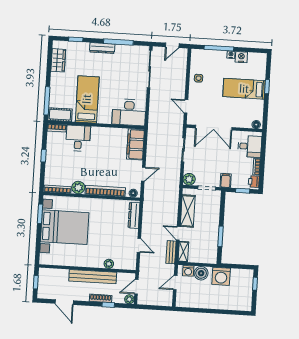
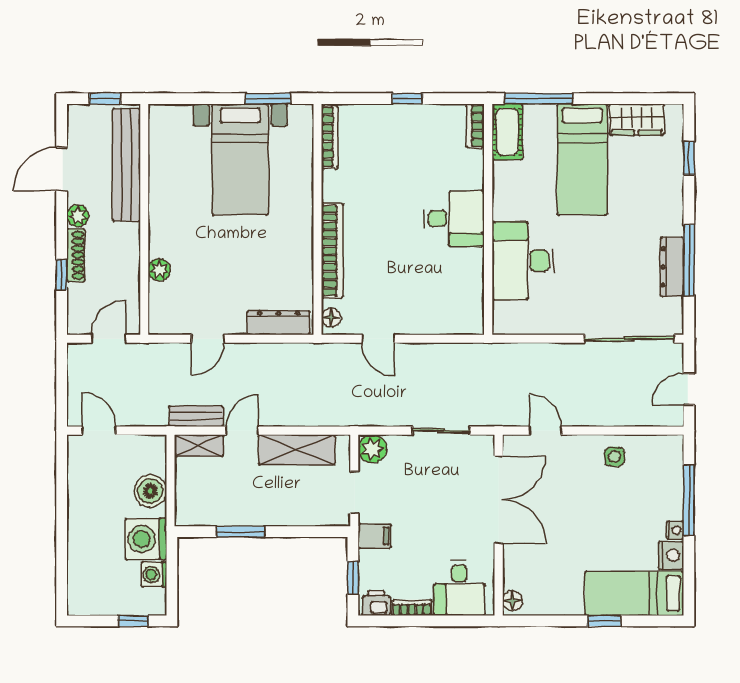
door: (172, 45) -> (689, 389), hinge flipped
dresser: (102, 48) -> (672, 267), moved
bed: (244, 89) -> (634, 593), moved, turned -90
bed: (87, 99) -> (582, 159), moved, turned 90
door: (186, 106) -> (545, 431), hinge flipped
desk: (129, 112) -> (523, 261), moved
double door: (214, 128) -> (499, 500), swing flipped
desk: (78, 138) -> (454, 218), moved
filing cabinet: (135, 144) -> (448, 316), removed
plant: (78, 187) -> (337, 186), removed
bed with nightstands: (65, 227) -> (240, 159), width x0.73
washing machine: (188, 271) -> (154, 574), moved
bench: (93, 277) -> (126, 165), moved
door: (175, 283) -> (99, 431), moved
door: (136, 287) -> (109, 339), hinge flipped
plant: (129, 299) -> (78, 216), moved

